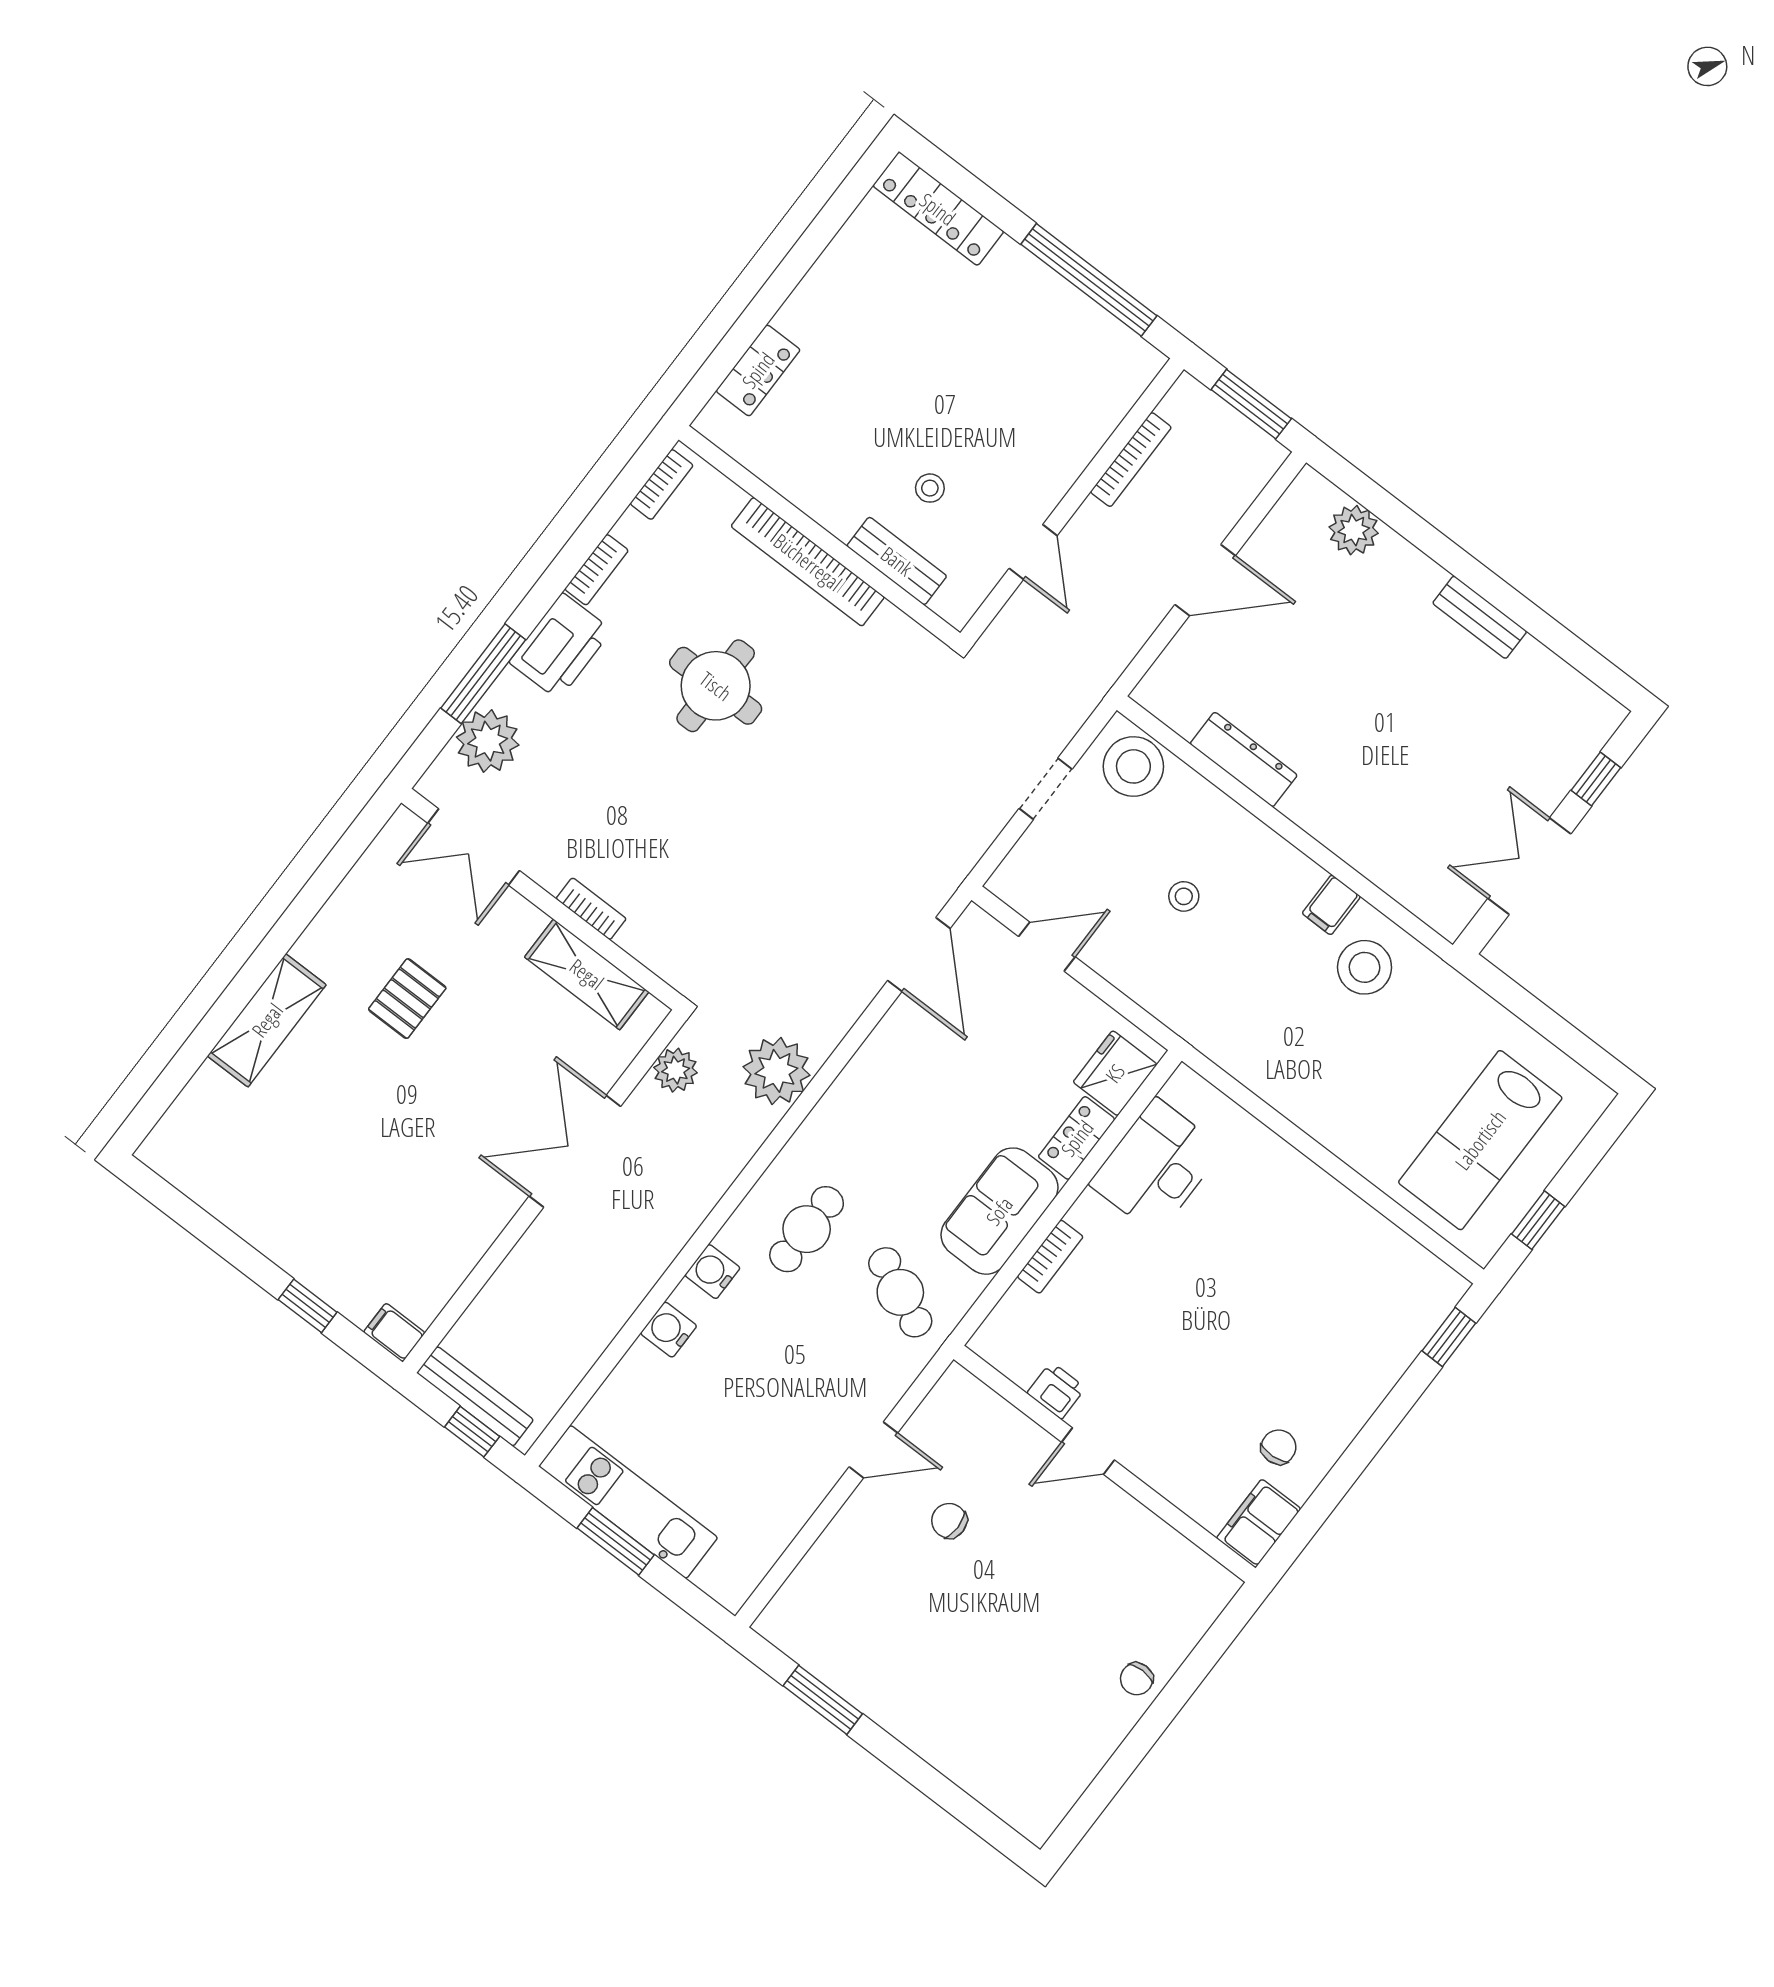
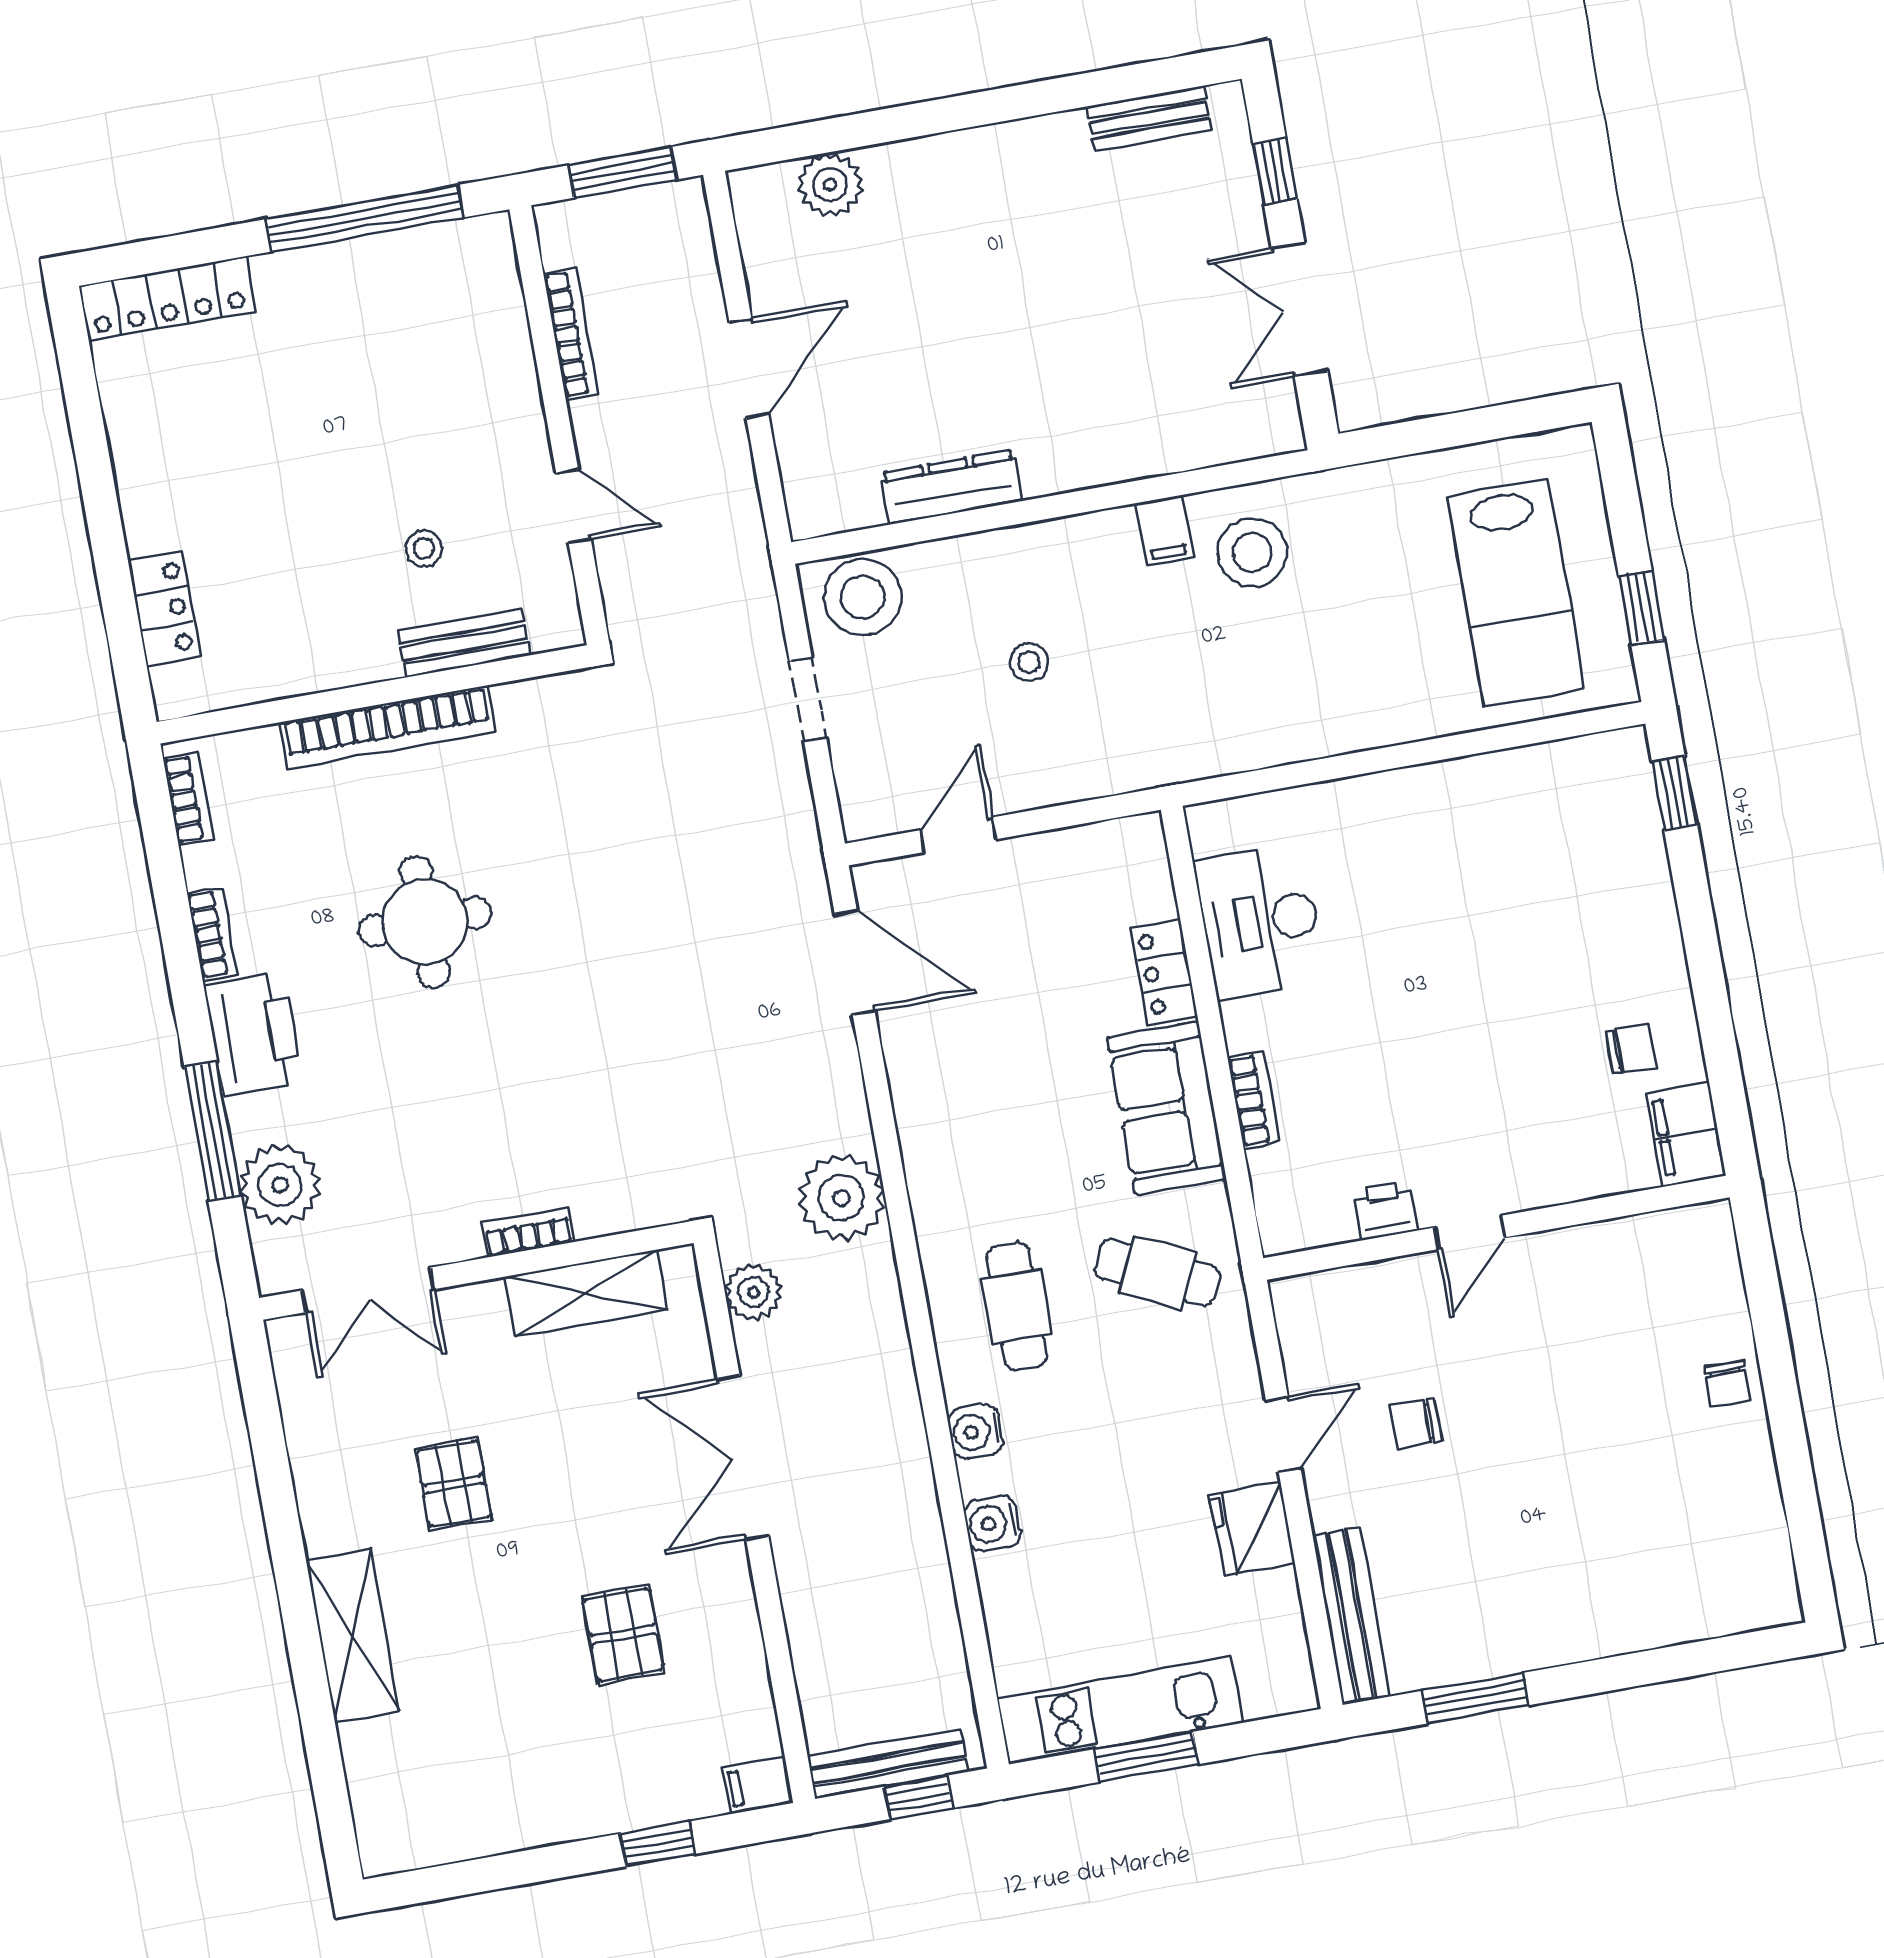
bench: (1480, 617) -> (1149, 118), moved
fridge: (1115, 1073) -> (1252, 1529), moved
pallet: (410, 1176) -> (623, 1634), added
chair: (1279, 1447) -> (1631, 1049), turned 93
bench: (804, 1585) -> (1351, 1616), added

